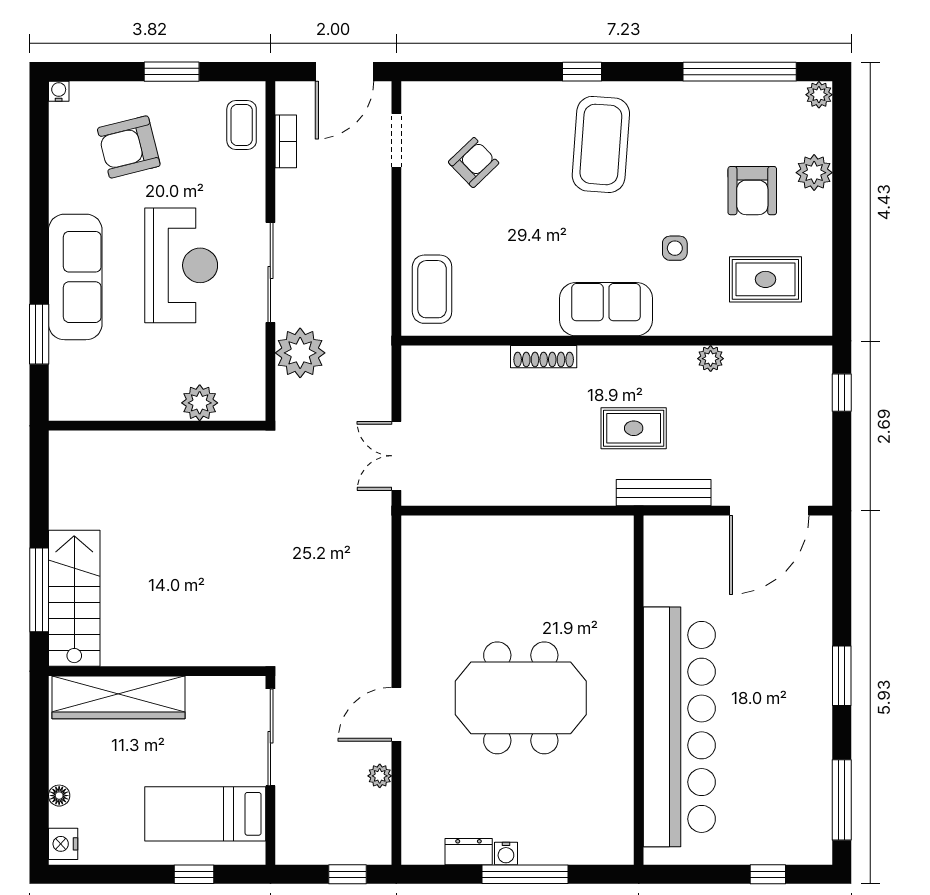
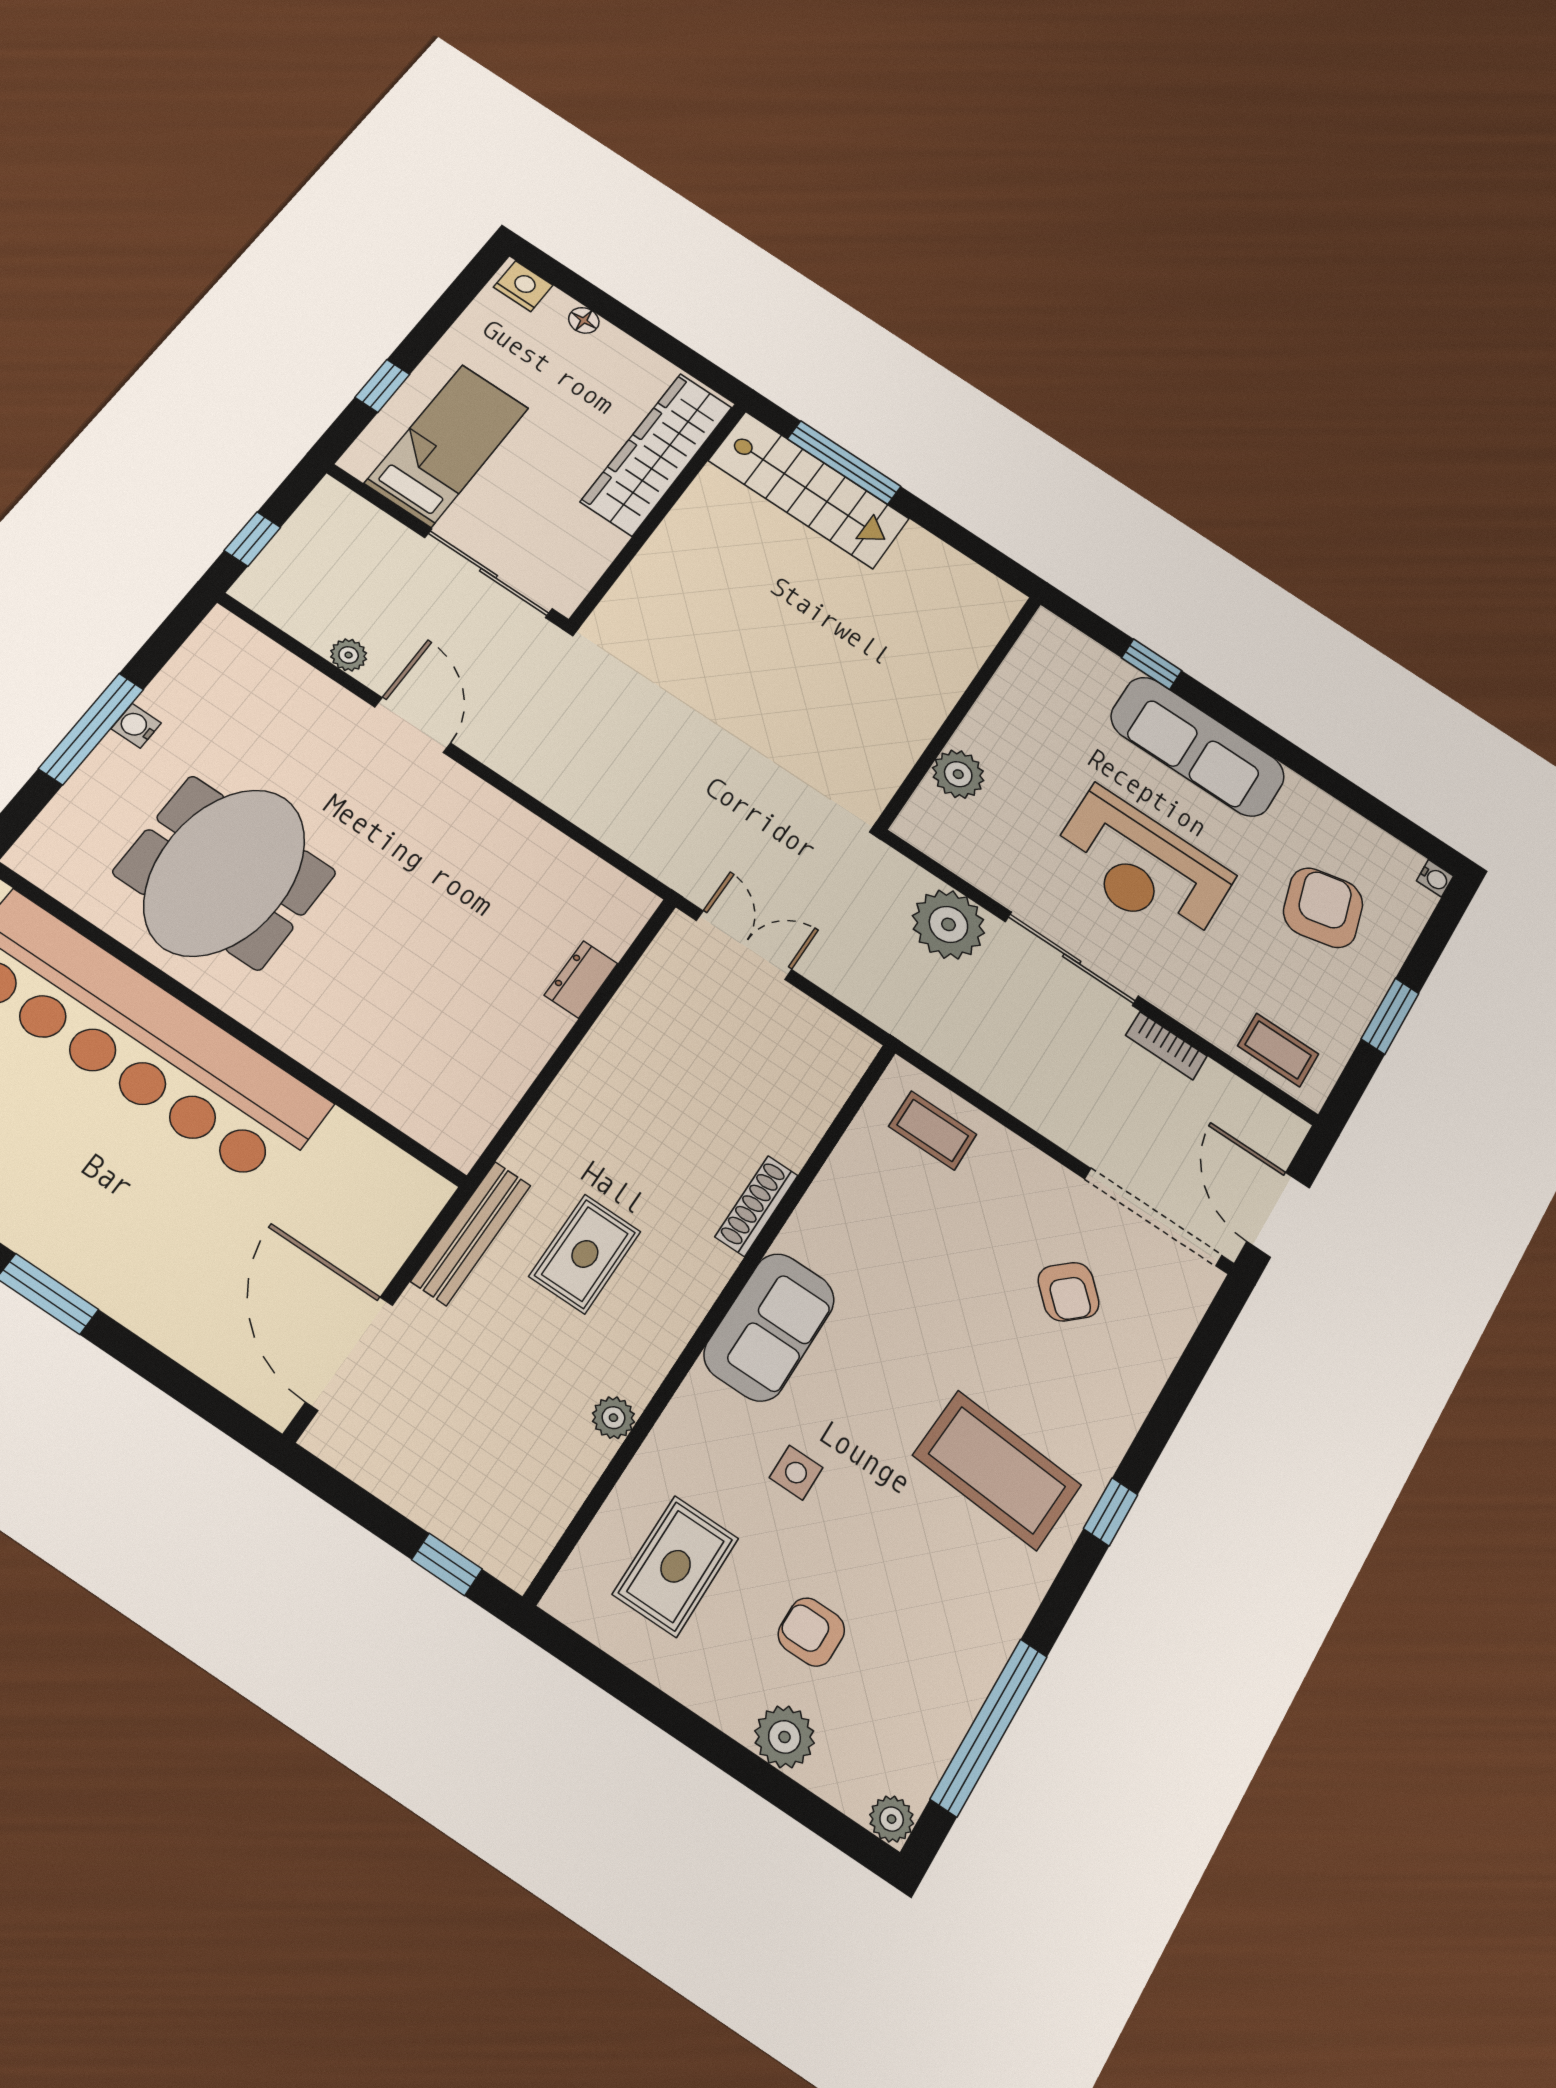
doorway: (396, 140) -> (1153, 1217), width x1.87
bookcase: (286, 141) -> (1166, 1046), moved
armchair: (752, 191) -> (811, 1632), width x0.72, depth x0.72
coffee table: (432, 289) -> (933, 1130), width x0.73, depth x0.77
window: (39, 334) -> (1152, 664), width x0.67
meeting table: (521, 698) -> (225, 872), moved
dresser: (469, 852) -> (581, 979), moved, turned 180

